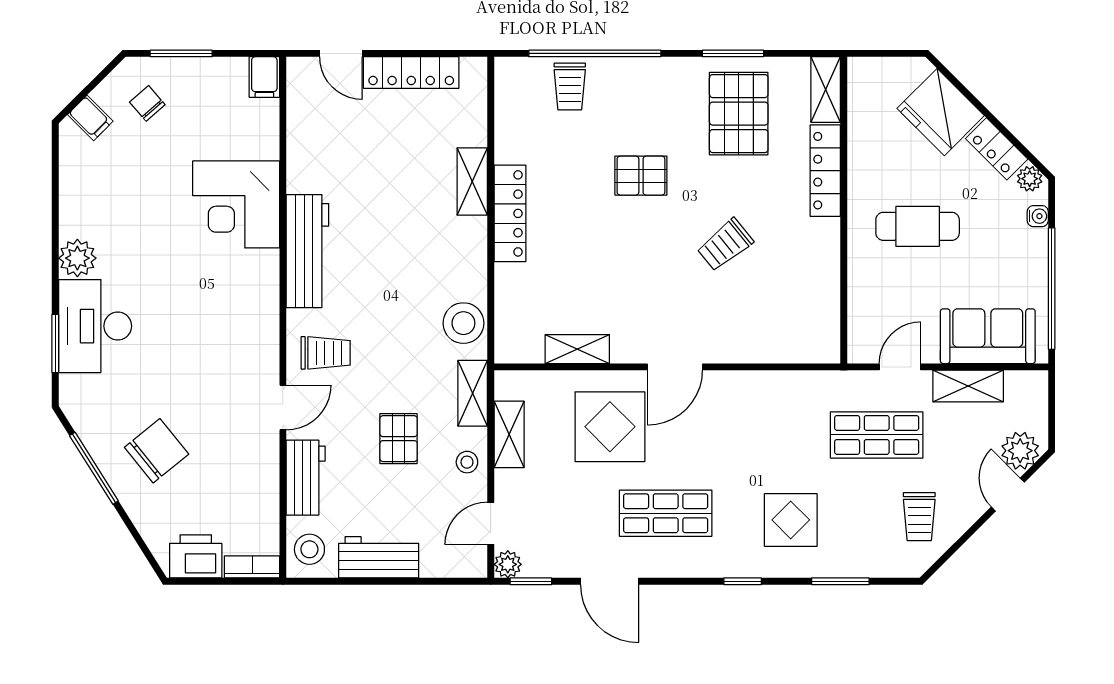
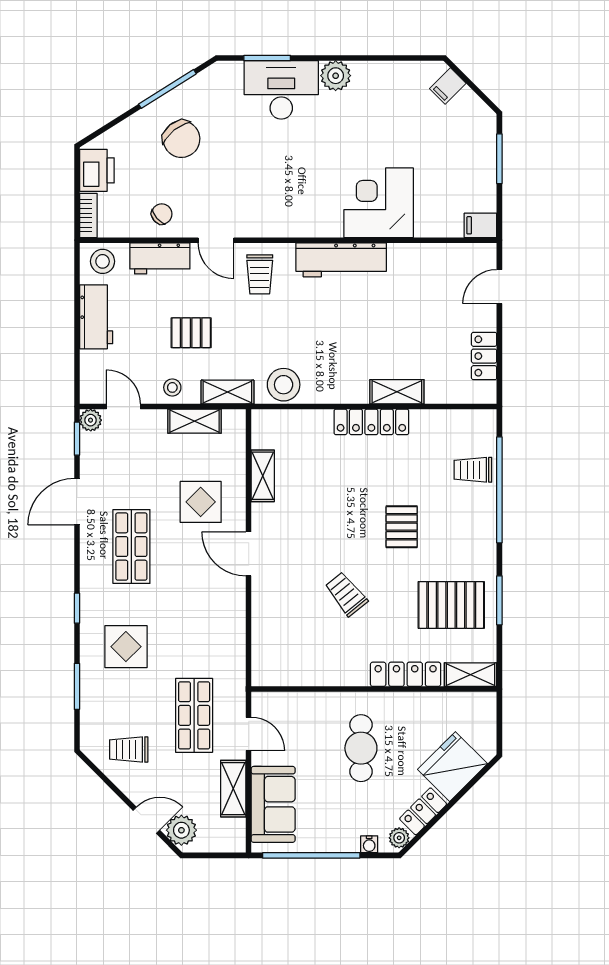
locker: (411, 73) -> (484, 356), width x0.66
chair: (147, 103) -> (162, 214), moved
display table: (610, 427) -> (201, 502), width x0.73, depth x0.73

